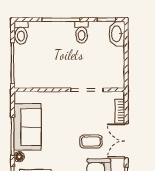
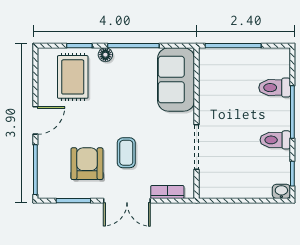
toilet: (21, 33) -> (275, 88), moved
washbasin: (117, 34) -> (281, 191), width x0.52, depth x0.69
sofa: (27, 127) -> (176, 80), moved, turned 90
double door: (126, 141) -> (127, 201), swing flipped

